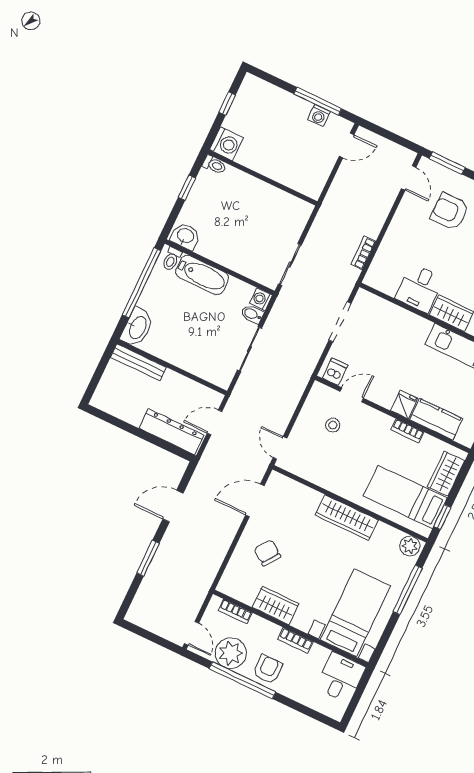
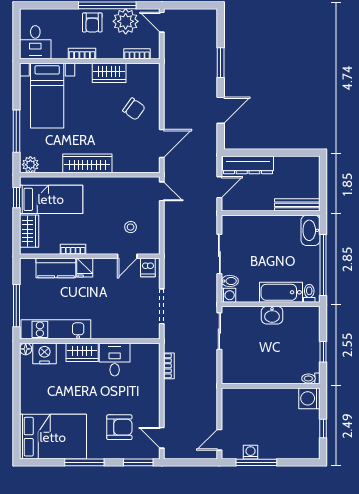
washbasin: (185, 236) -> (272, 315), moved

